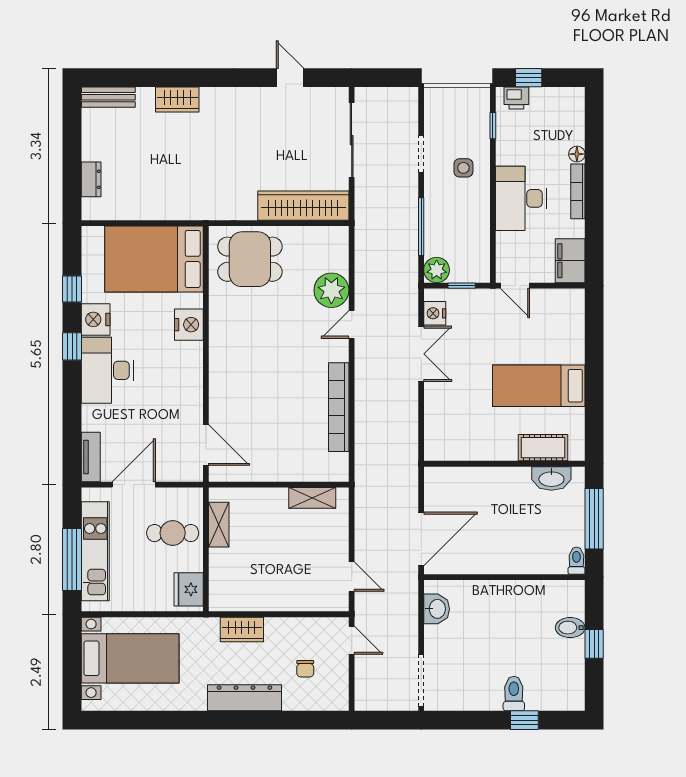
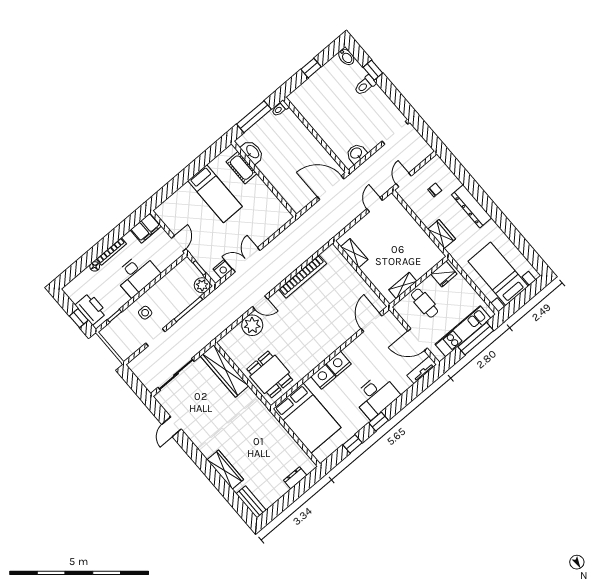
printer: (516, 98) -> (91, 309), width x1.87, depth x1.48
wardrobe: (177, 100) -> (225, 470), width x1.50
nightstand: (96, 319) -> (339, 364), moved, turned 180
bidet: (570, 628) -> (346, 57), moved

